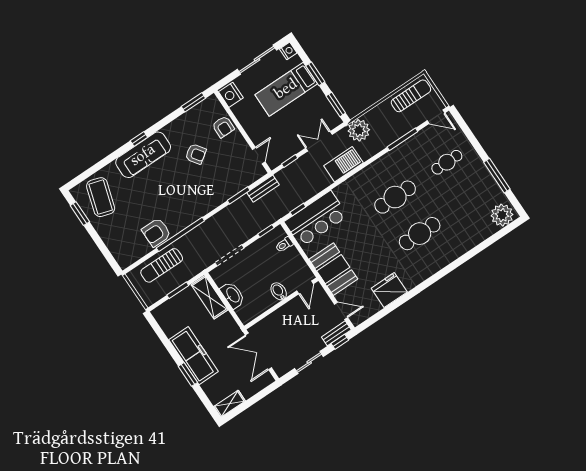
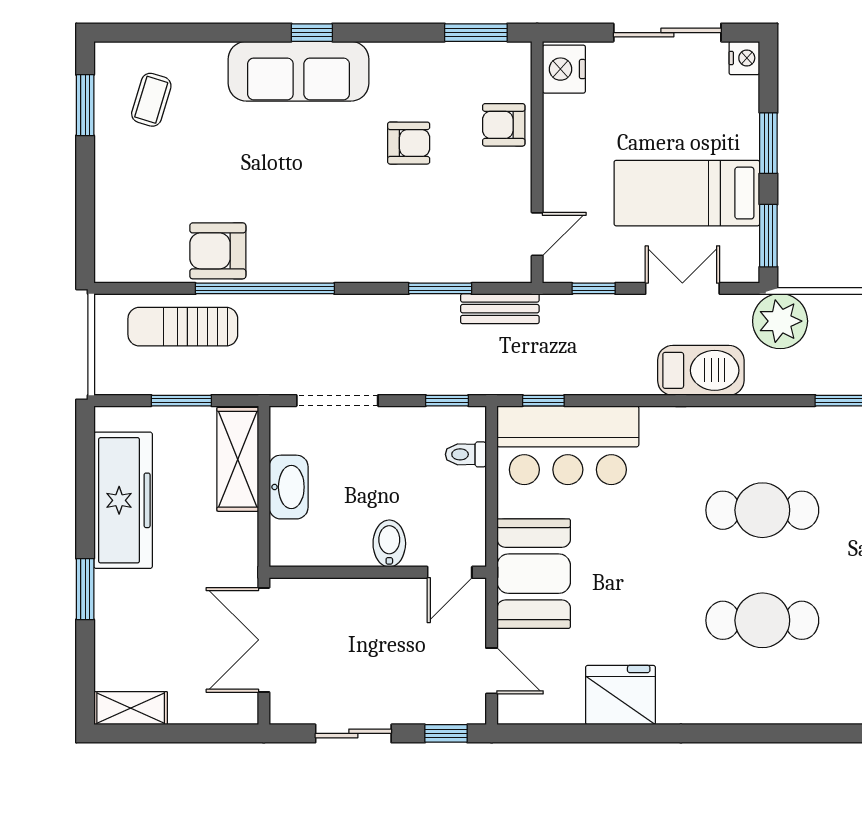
bed: (286, 89) -> (687, 193), moved
armchair: (223, 127) -> (504, 125), turned 90
armchair: (196, 154) -> (409, 143), turned -55
coffee table: (101, 197) -> (151, 100), width x0.54, depth x0.58
bench: (336, 333) -> (450, 711), removed
freezer: (194, 356) -> (123, 500), moved

